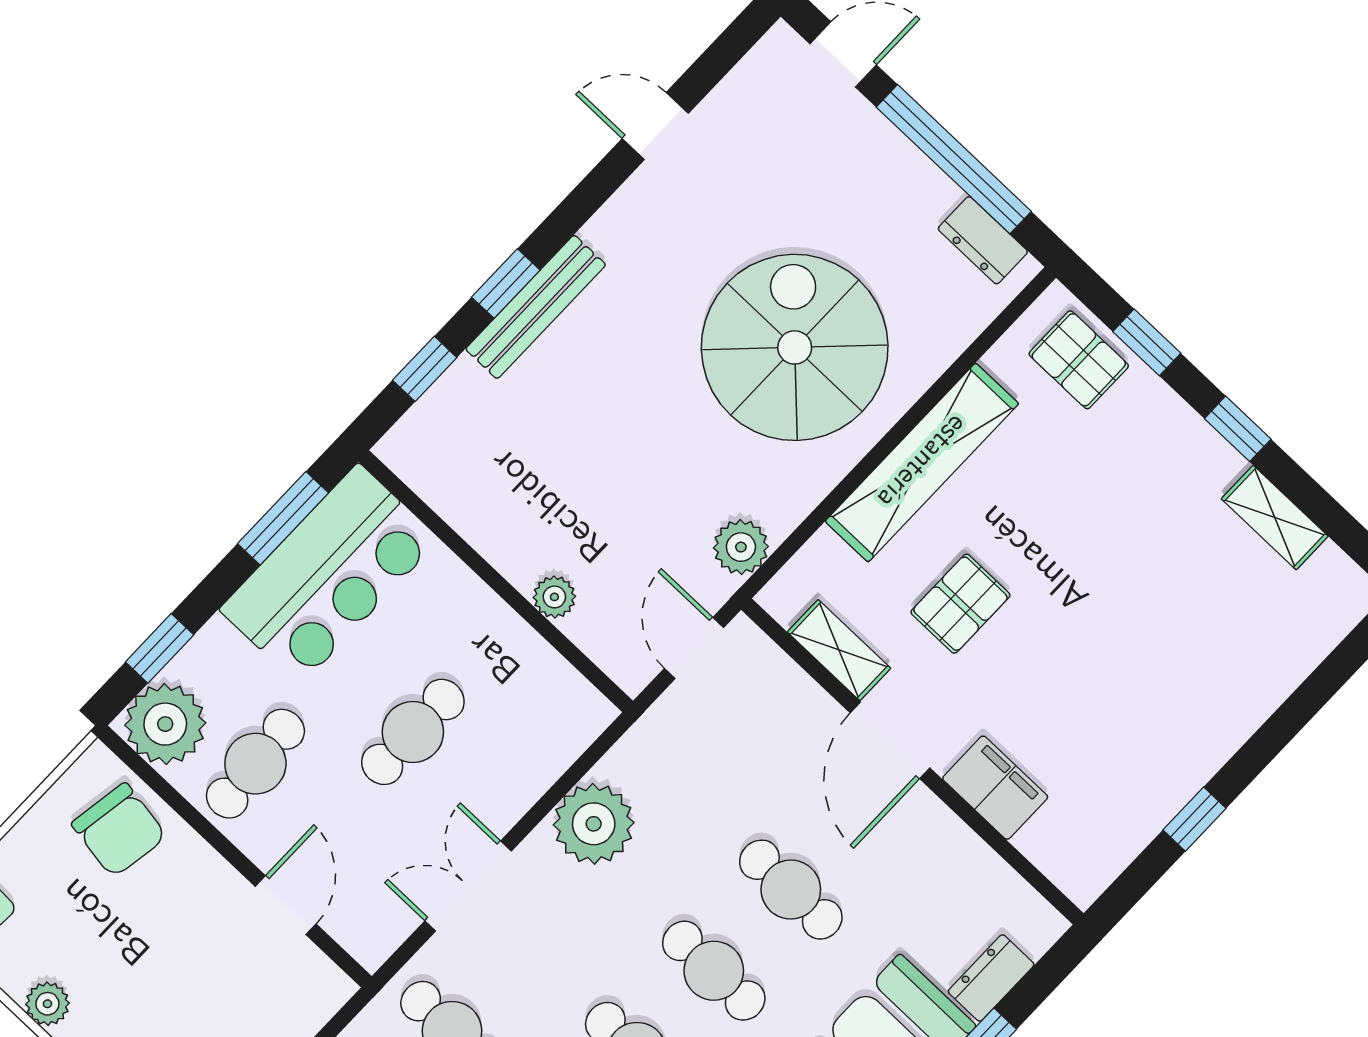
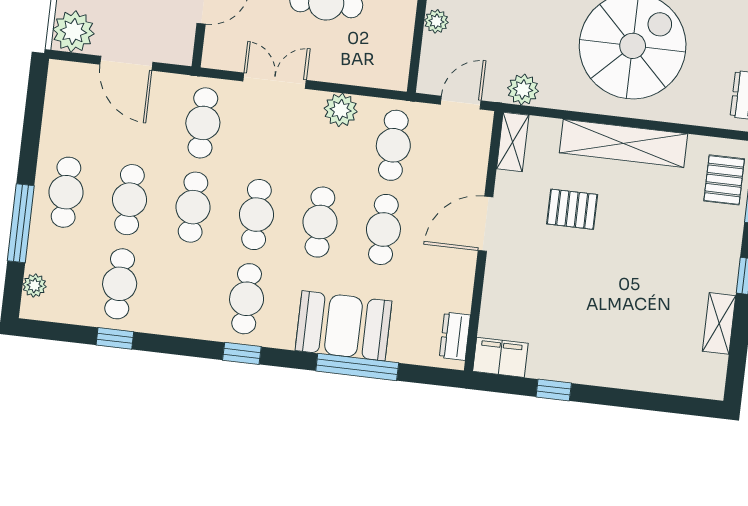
shelving: (839, 650) -> (513, 142), moved
cafe table: (683, 787) -> (393, 145), added
filing cabinet: (995, 788) -> (500, 357), moved, turned -90
plant: (594, 824) -> (341, 110), width x0.73, depth x0.73
dresser: (991, 978) -> (455, 336), moved, turned -90

